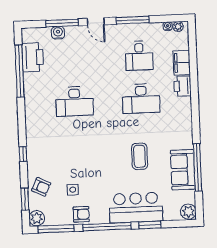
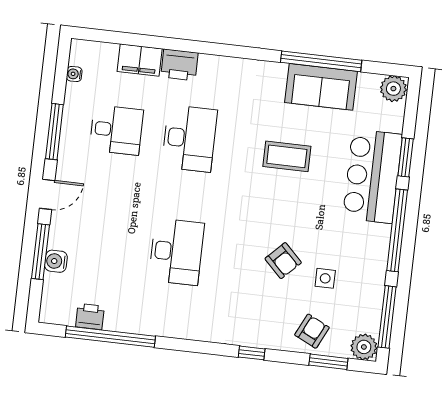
plant: (178, 27) -> (77, 56), removed
printer: (33, 57) -> (90, 316), width x0.53, depth x0.68
armchair: (81, 214) -> (283, 261), moved, turned 135

